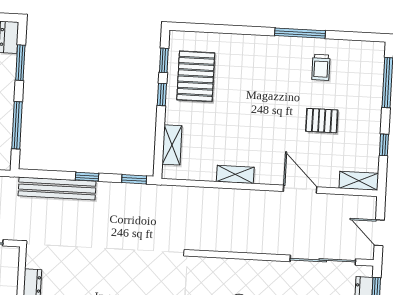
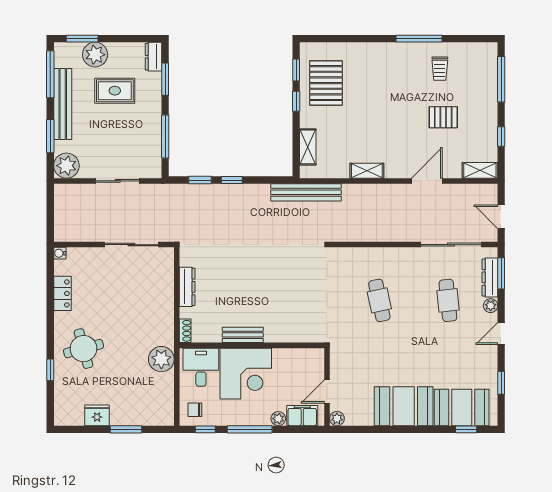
window: (134, 179) -> (200, 180), moved
bench: (57, 189) -> (306, 192), moved
door: (300, 189) -> (427, 181), hinge flipped

